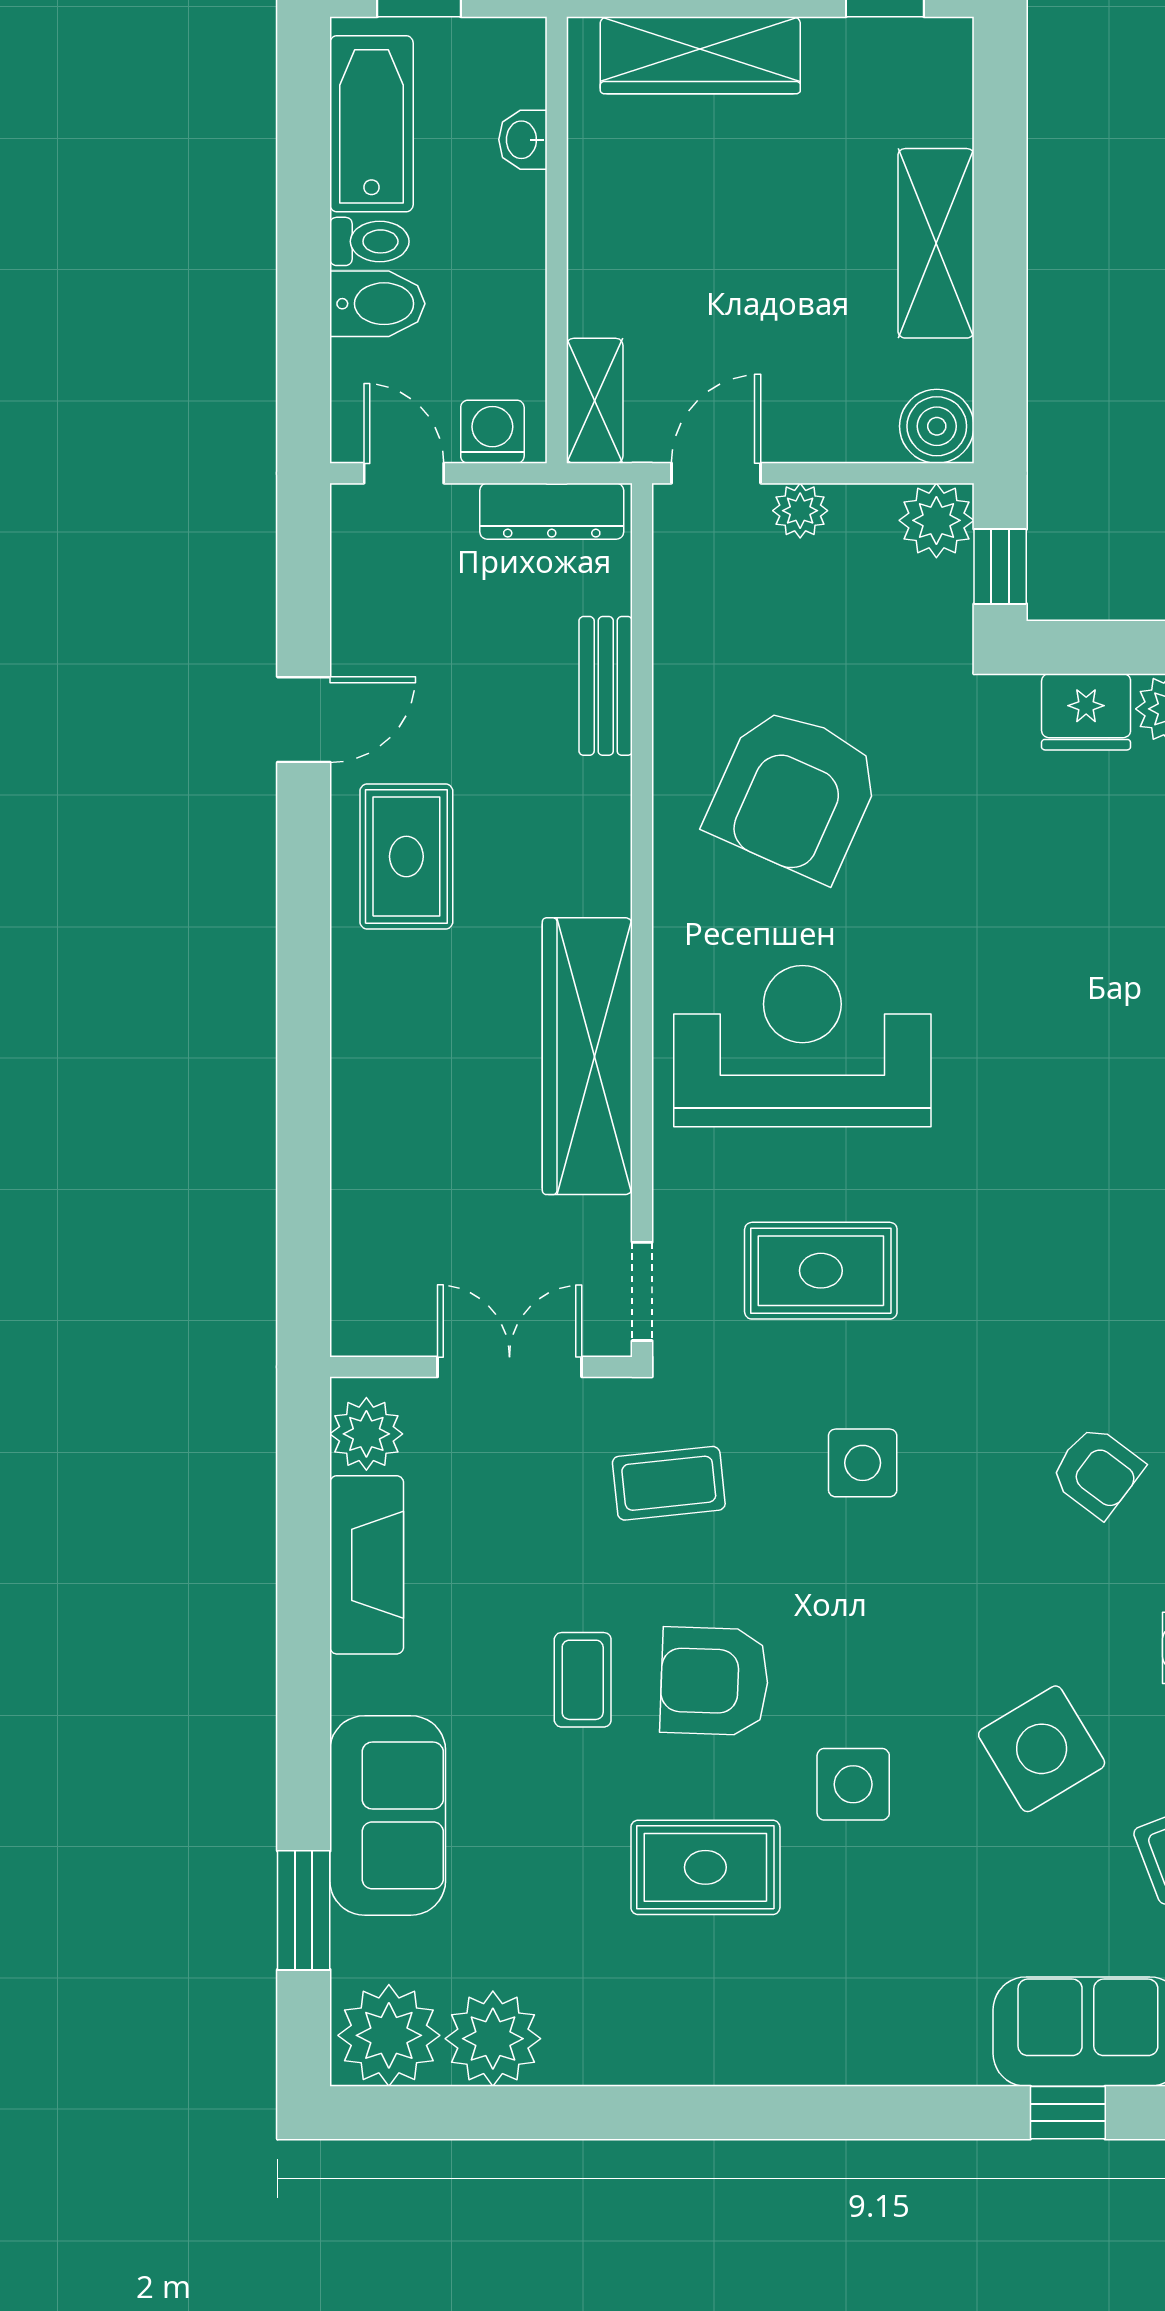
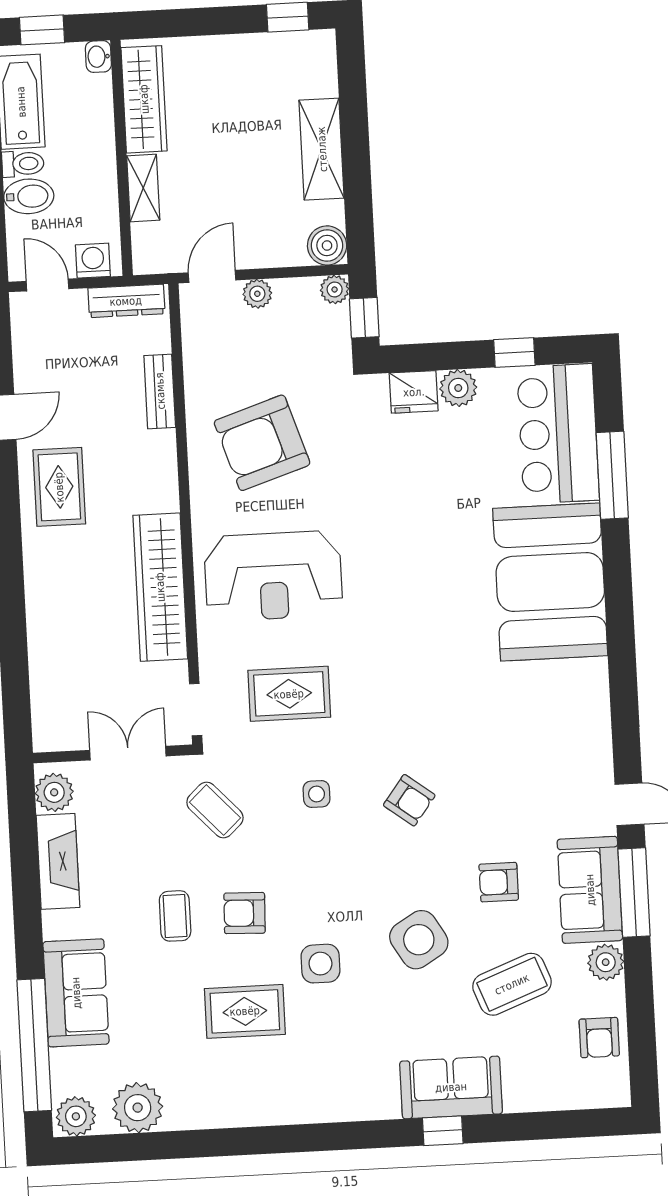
wardrobe: (700, 55) -> (144, 99), moved, turned -90
washbasin: (523, 140) -> (98, 57), moved
shelving: (595, 401) -> (143, 188), moved
plant: (936, 520) -> (335, 290), width x0.73, depth x0.73
armchair: (794, 793) -> (262, 443), turned 48
reception desk: (802, 1046) -> (273, 576), turned 180
side table: (863, 1463) -> (317, 794), width x0.73, depth x0.73
armchair: (1097, 1472) -> (409, 800), moved
coffee table: (669, 1483) -> (215, 810), turned 53
armchair: (714, 1681) -> (245, 913), width x0.72, depth x0.72
window: (304, 1910) -> (34, 1045), width x2.11
plant: (389, 2035) -> (76, 1116), width x0.73, depth x0.73

